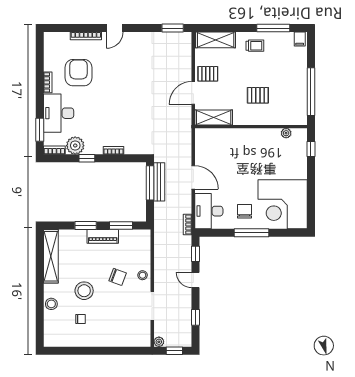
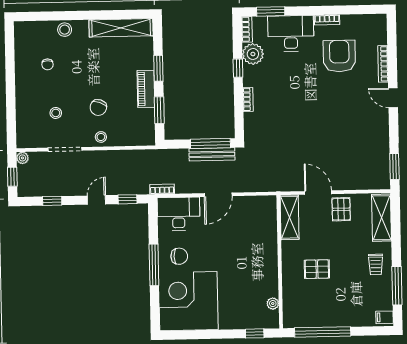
armchair: (79, 73) -> (339, 56), turned -90
pallet: (258, 95) -> (317, 269), turned 90
stool: (84, 291) -> (56, 113), moved, width x0.53, depth x0.53

